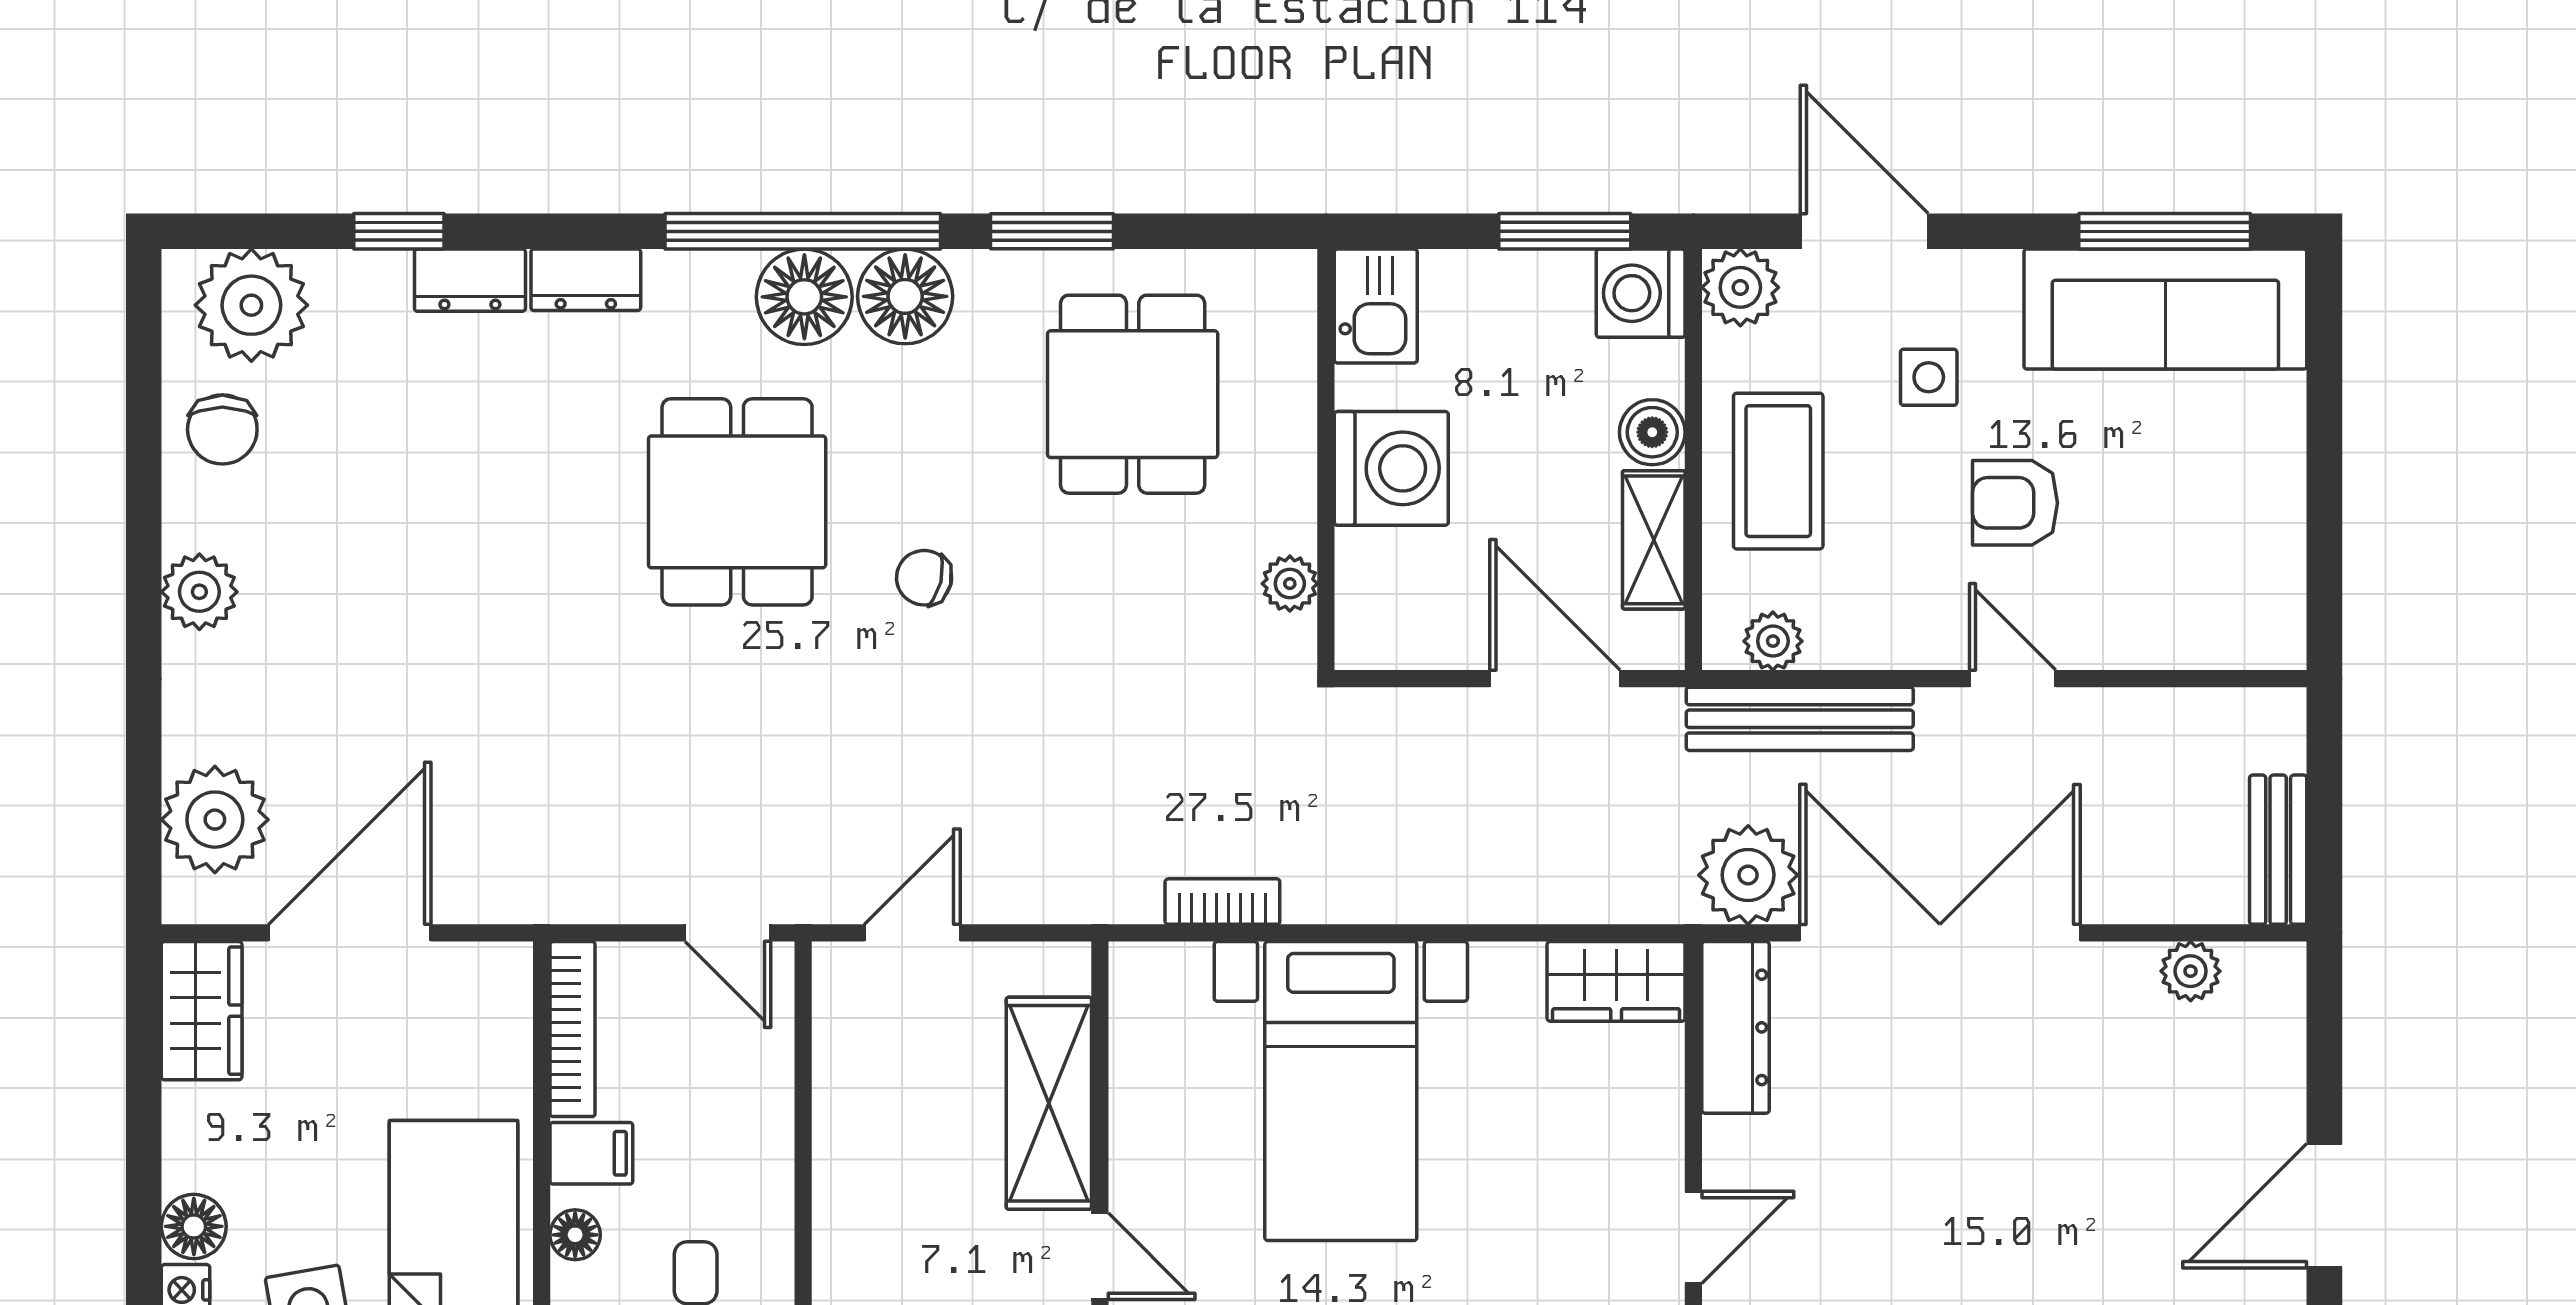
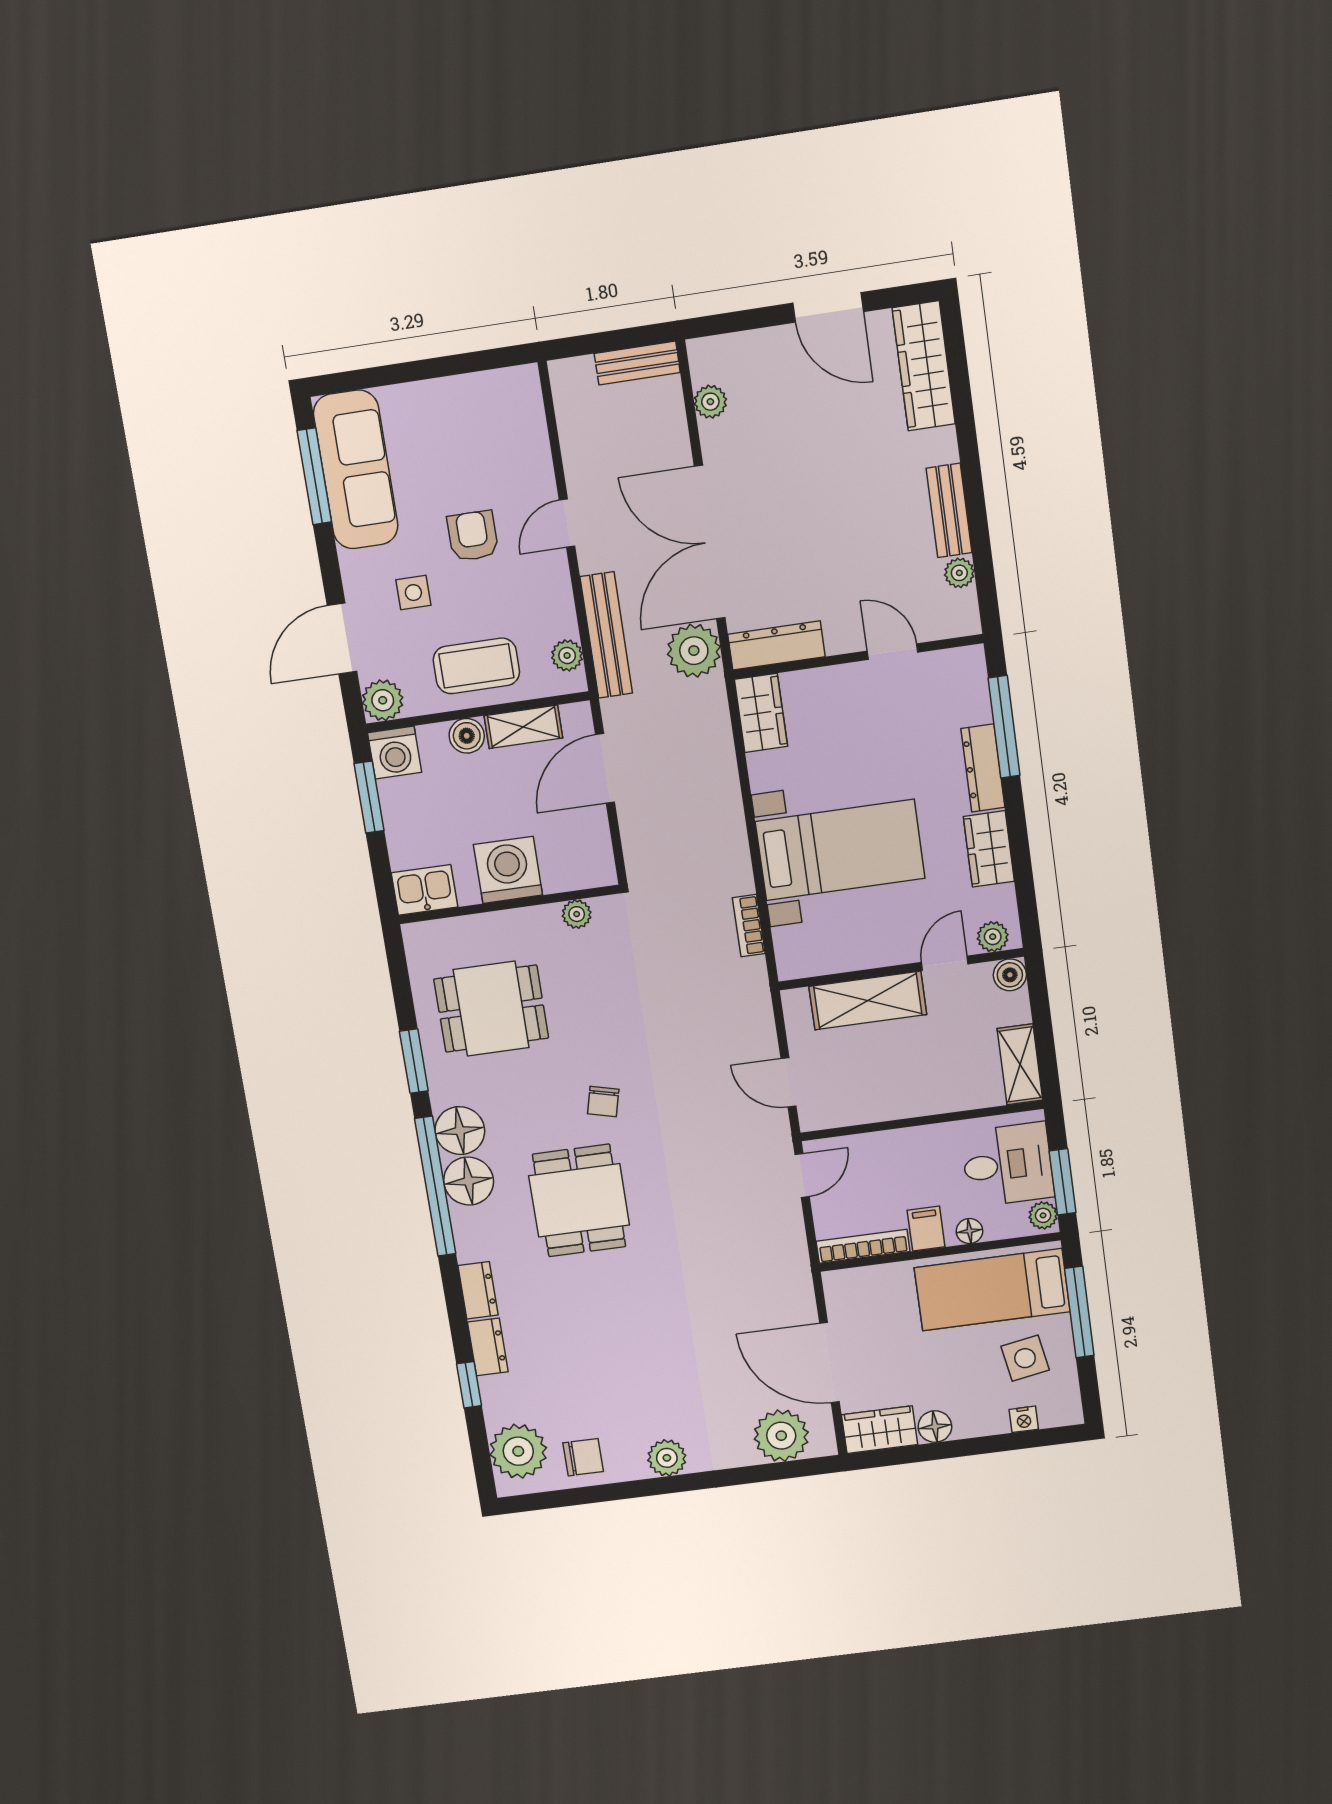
dining table: (737, 502) -> (579, 1200), turned 90
armchair: (2015, 503) -> (473, 536), turned 180
floor lamp: (194, 1226) -> (935, 1427), moved

